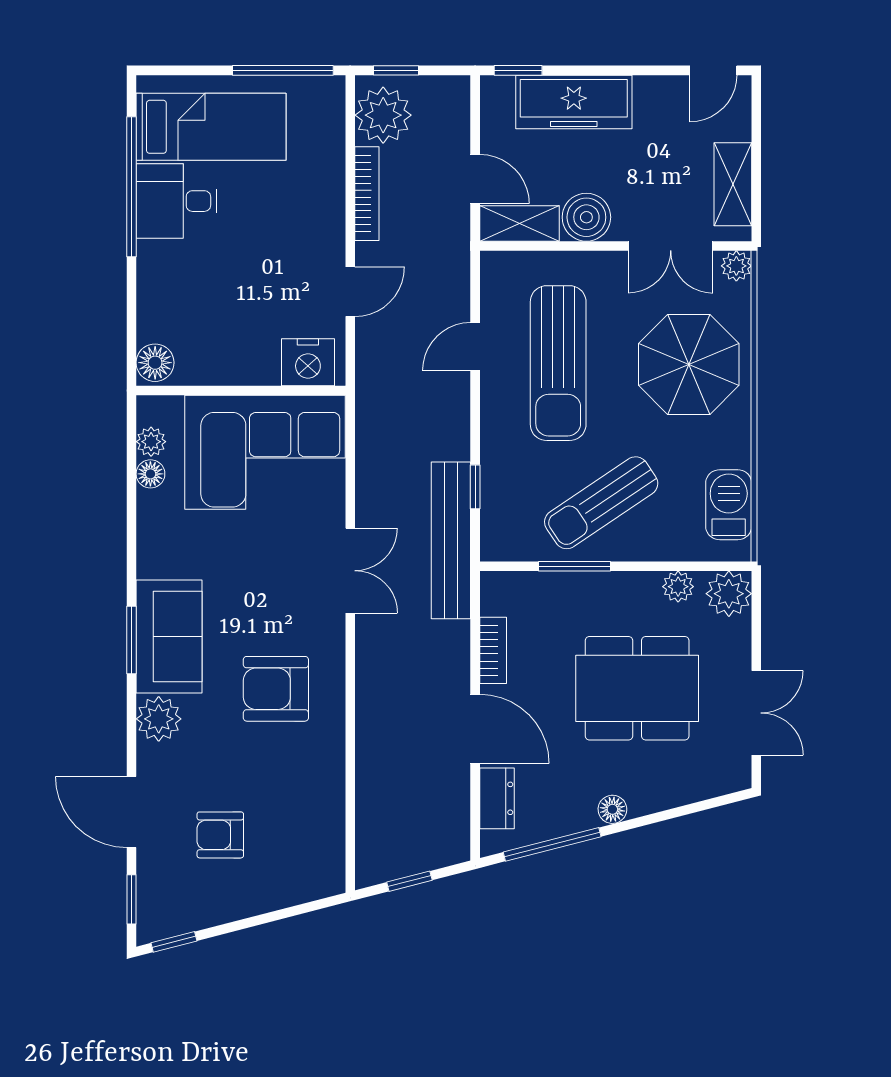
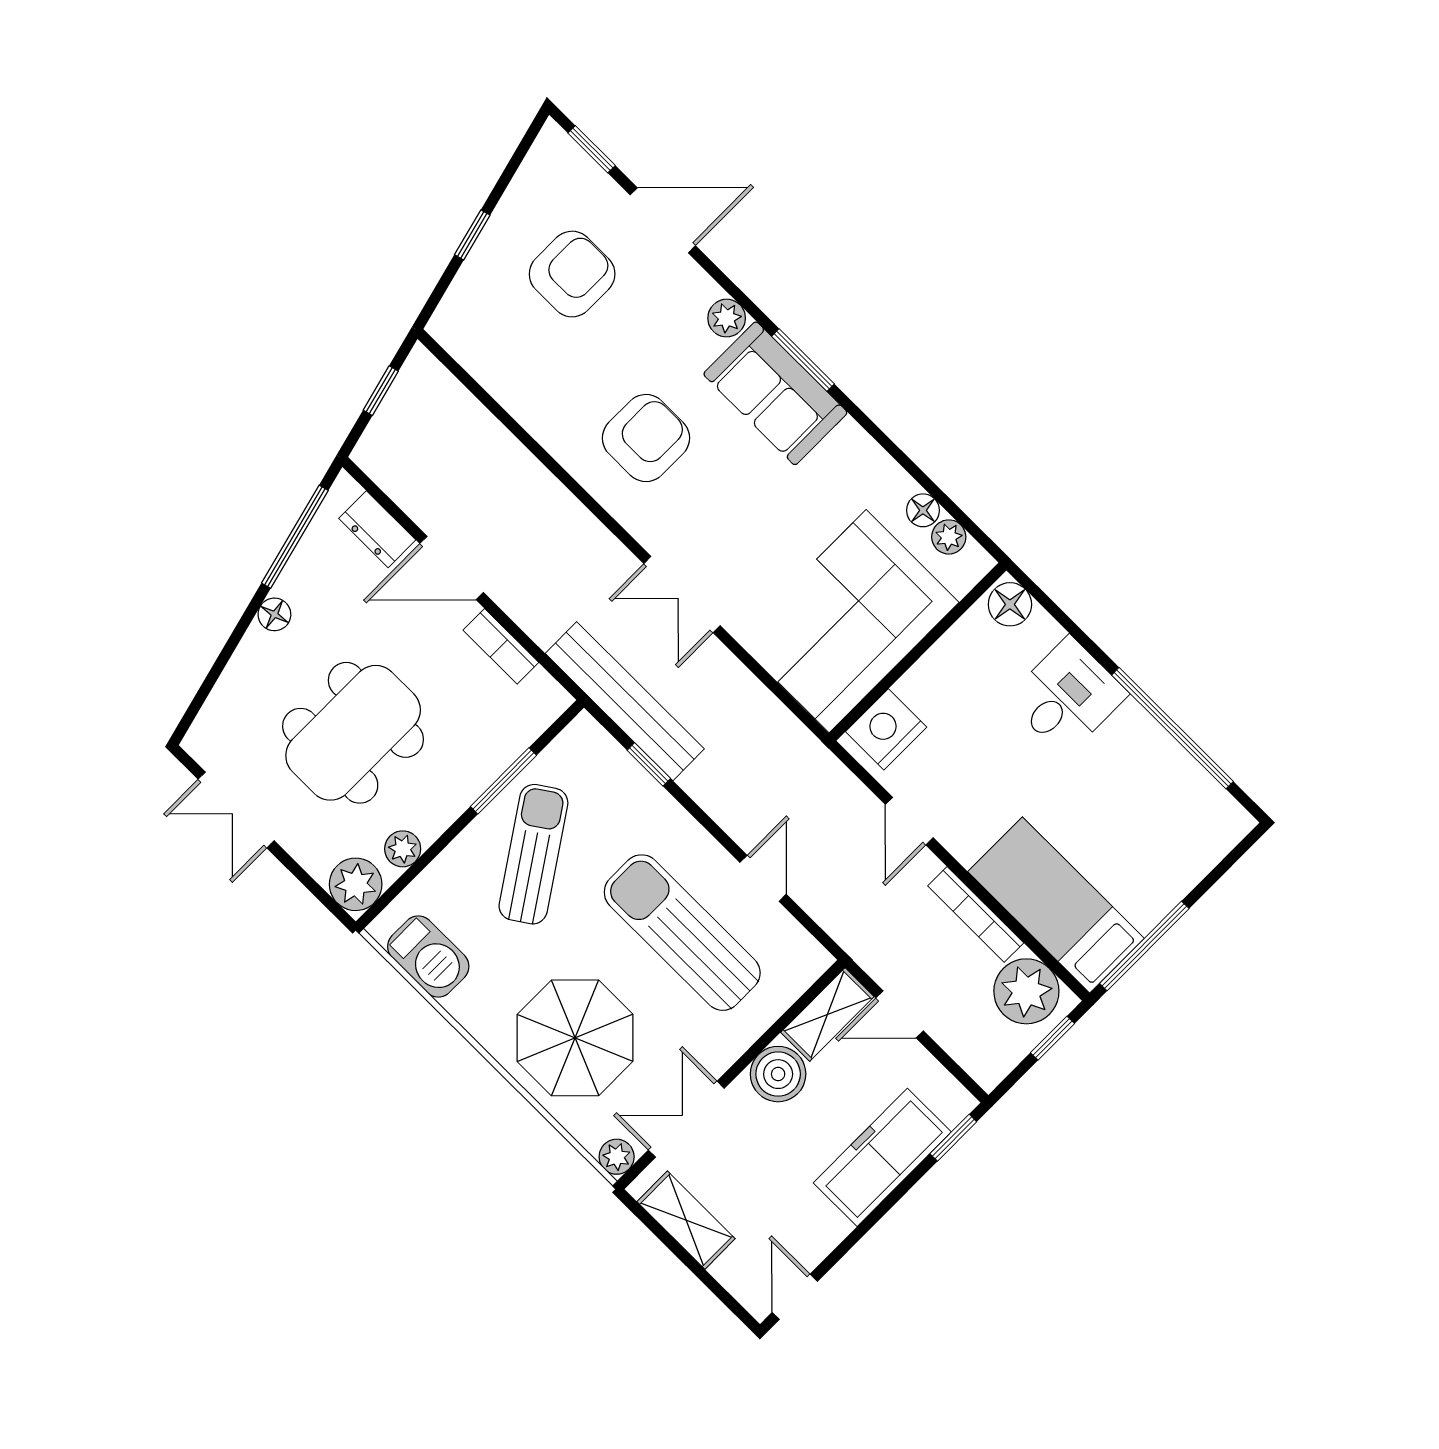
bed: (211, 127) -> (1056, 905), moved, turned 90
desk: (177, 201) -> (1067, 696), moved
plant: (159, 719) -> (727, 318), width x0.73, depth x0.73
armchair: (220, 835) -> (572, 274), width x1.38, depth x1.38
window: (174, 942) -> (472, 235), moved

